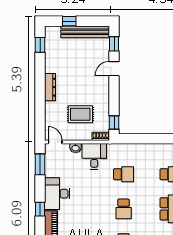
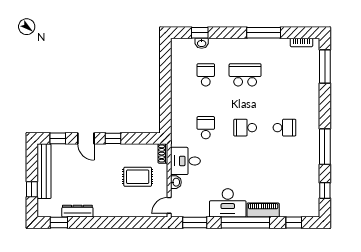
dresser: (50, 87) -> (77, 211), moved
rug: (80, 114) -> (138, 177), turned 90
window: (114, 122) -> (113, 138), moved
window: (40, 209) -> (245, 223), width x3.17
school desk: (124, 209) -> (245, 128), turned 180

